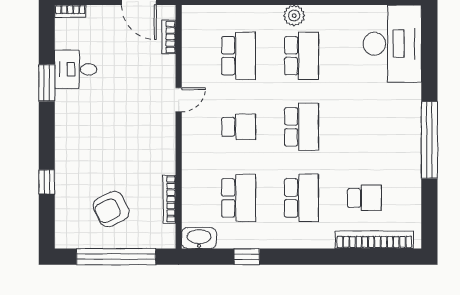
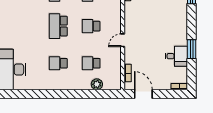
plant: (294, 16) -> (97, 84), moved
school desk: (239, 56) -> (91, 63), width x0.54
school desk: (301, 56) -> (58, 63), width x0.54

